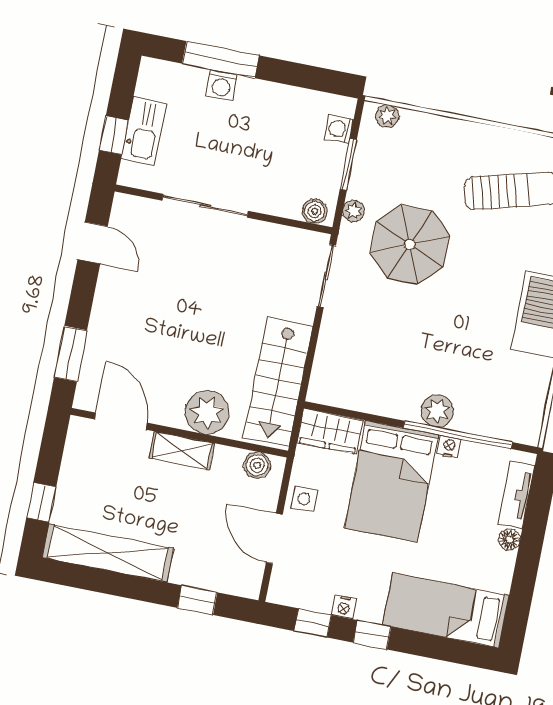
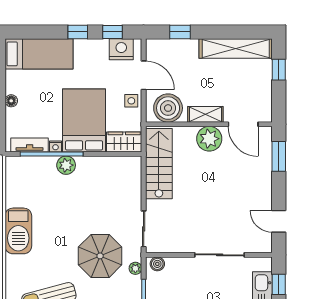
plant: (207, 412) -> (209, 139), moved
boiler: (257, 465) -> (168, 108), width x1.86, depth x1.86
tv unit: (516, 495) -> (30, 145), moved, turned -90
nightstand: (344, 607) -> (121, 49), moved, width x1.89, depth x1.79

